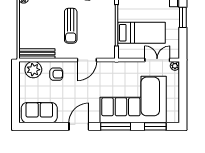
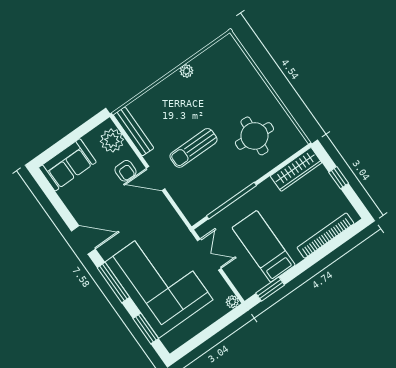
window: (183, 17) -> (270, 289), moved
bed: (141, 33) -> (264, 246), moved, turned 180
door: (87, 60) -> (156, 179), moved
double door: (157, 60) -> (209, 255), moved
sofa: (39, 113) -> (67, 165), moved, turned 90

